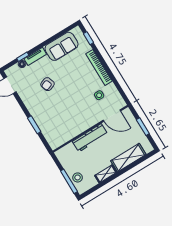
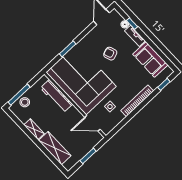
door: (112, 116) -> (92, 123), hinge flipped
corner sofa: (67, 118) -> (81, 79), added
workbench: (90, 138) -> (56, 96), moved

